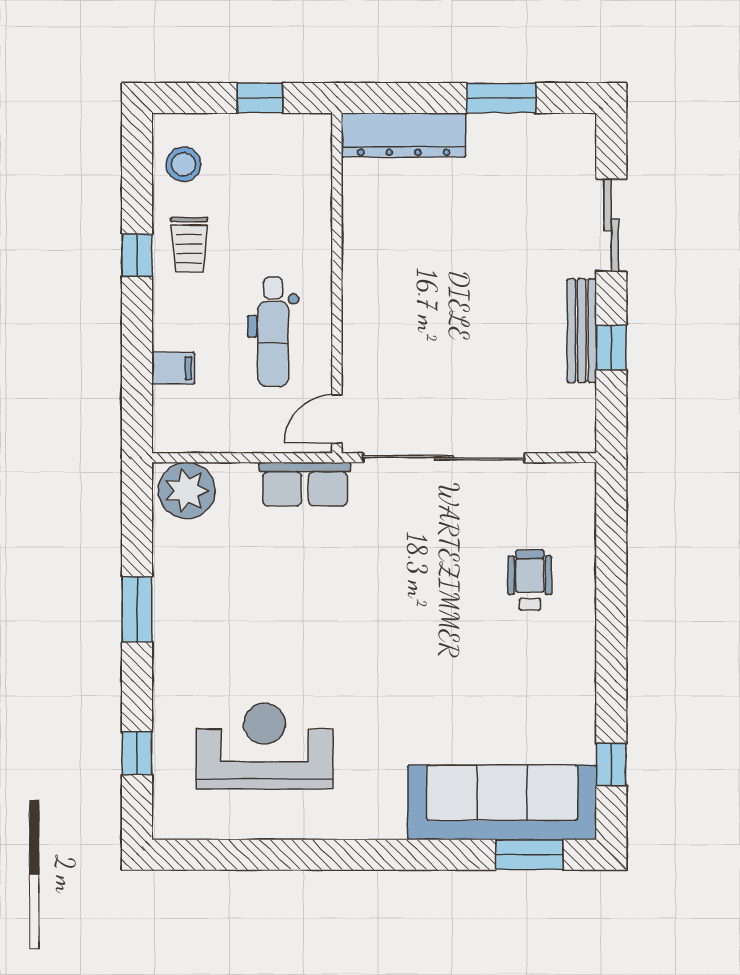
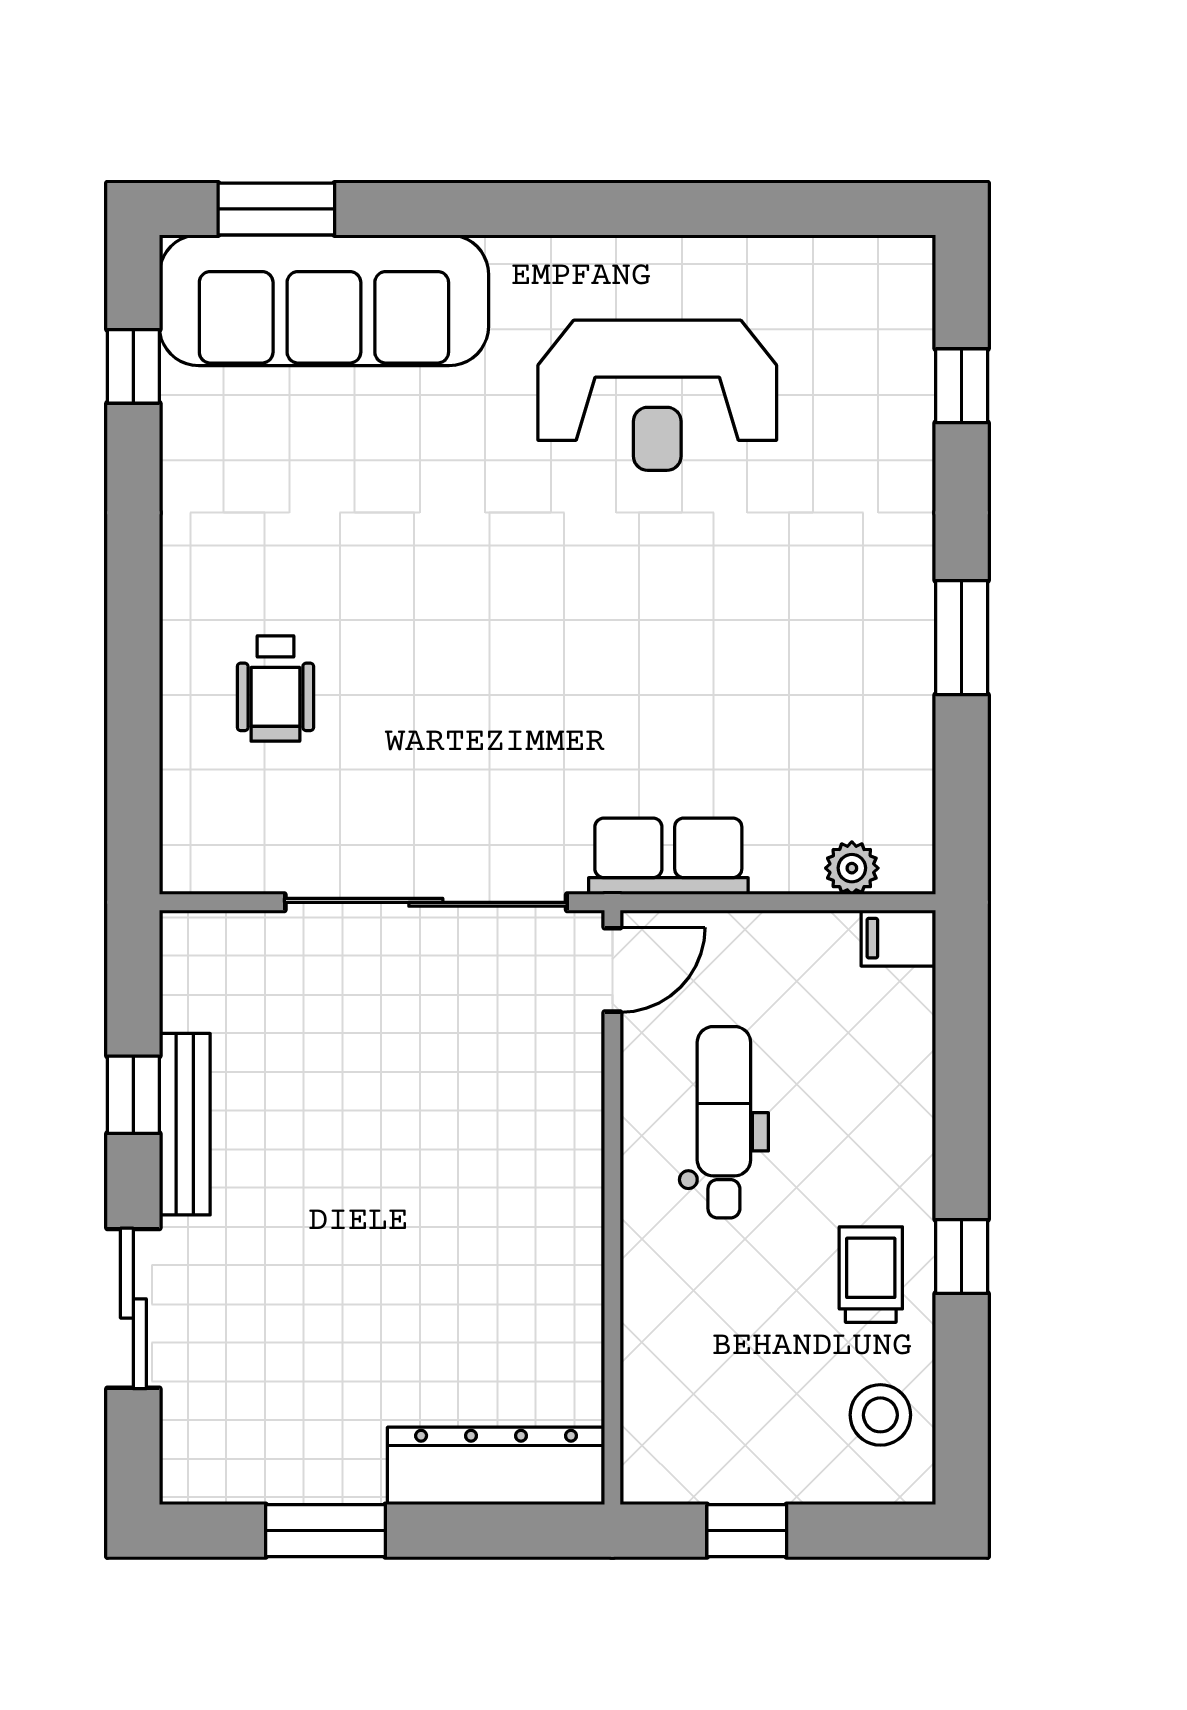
filing cabinet: (173, 368) -> (898, 938), moved
plant: (187, 491) -> (852, 868), width x0.53, depth x0.53
reception desk: (265, 746) -> (657, 395), moved

